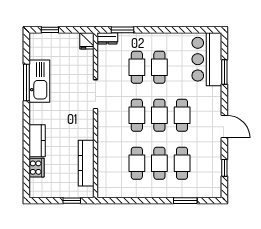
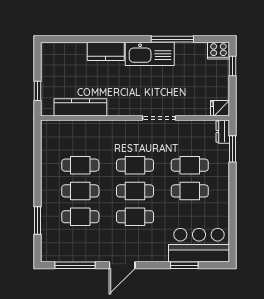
kitchen sink: (39, 81) -> (150, 54), moved
cooker: (36, 168) -> (218, 51), moved
window: (224, 168) -> (75, 265), width x2.17

